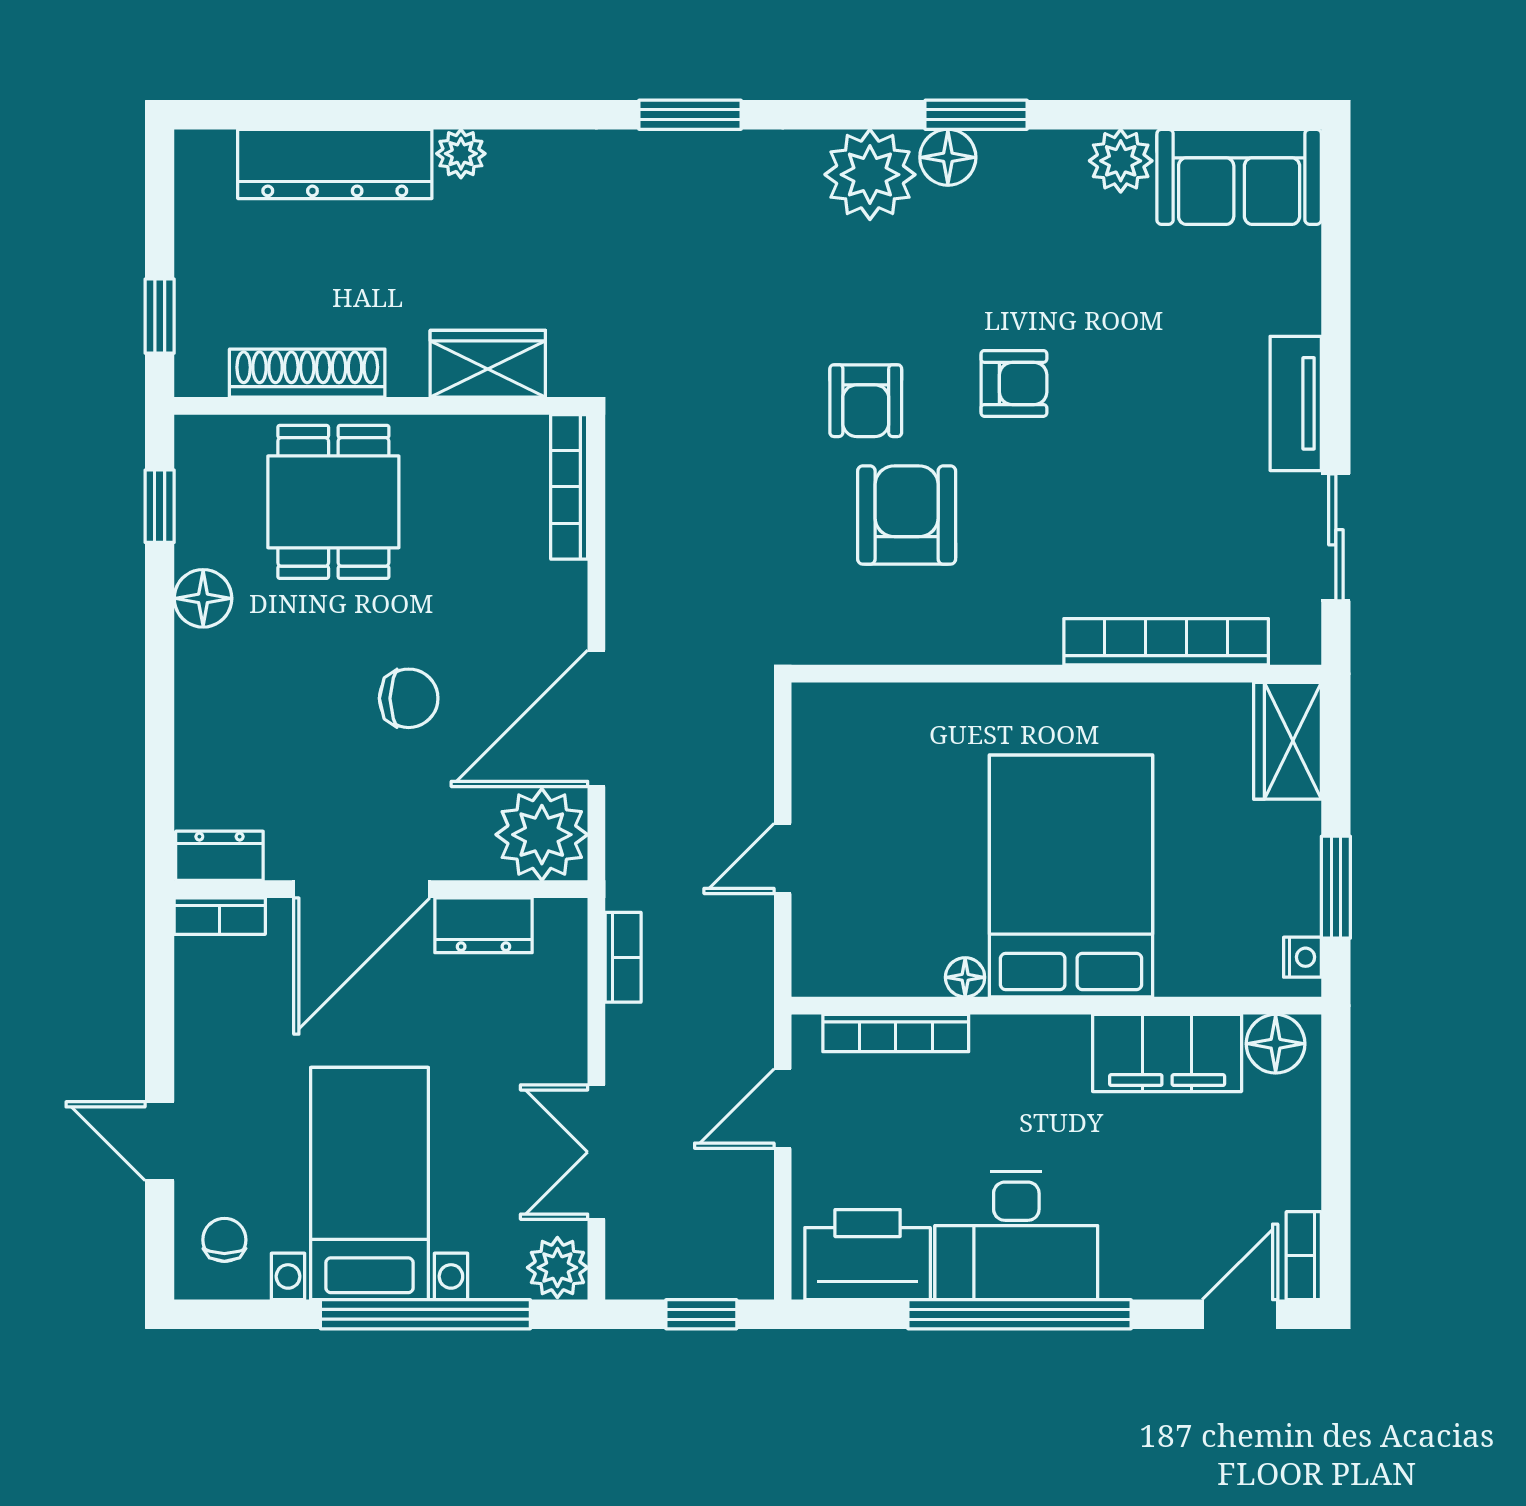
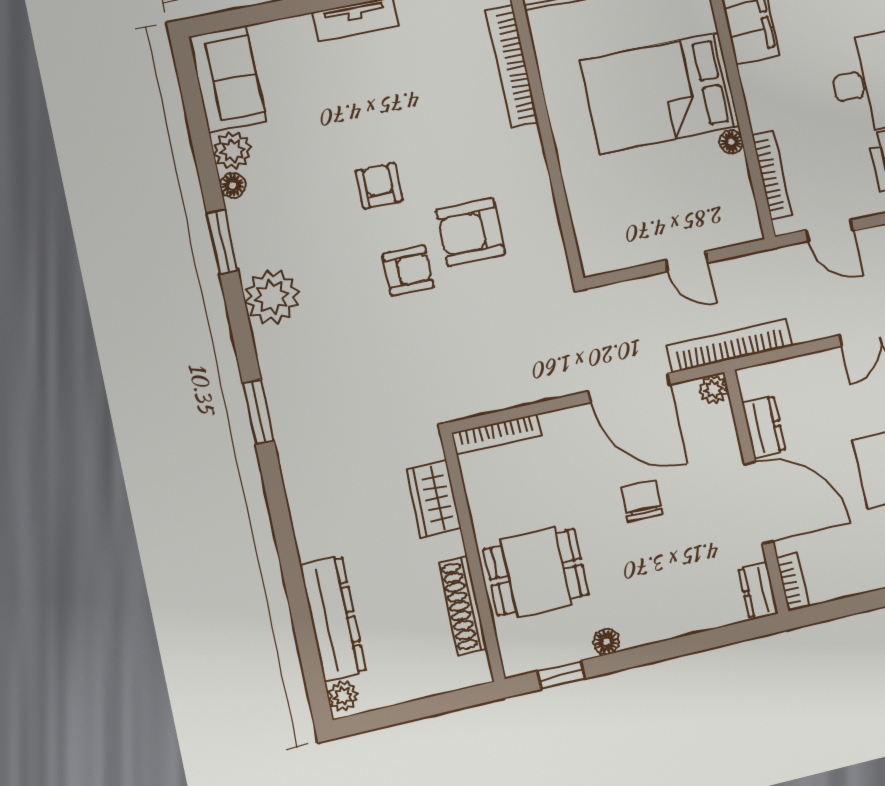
plant: (461, 154) -> (343, 696), moved
floor lamp: (948, 157) -> (233, 185), moved, width x0.73, depth x0.73
window: (160, 316) -> (448, 702), removed
floor lamp: (203, 598) -> (606, 642), width x0.73, depth x0.73
plant: (542, 835) -> (713, 389), width x0.53, depth x0.53
bookcase: (623, 957) -> (729, 346), width x2.31, depth x1.31

